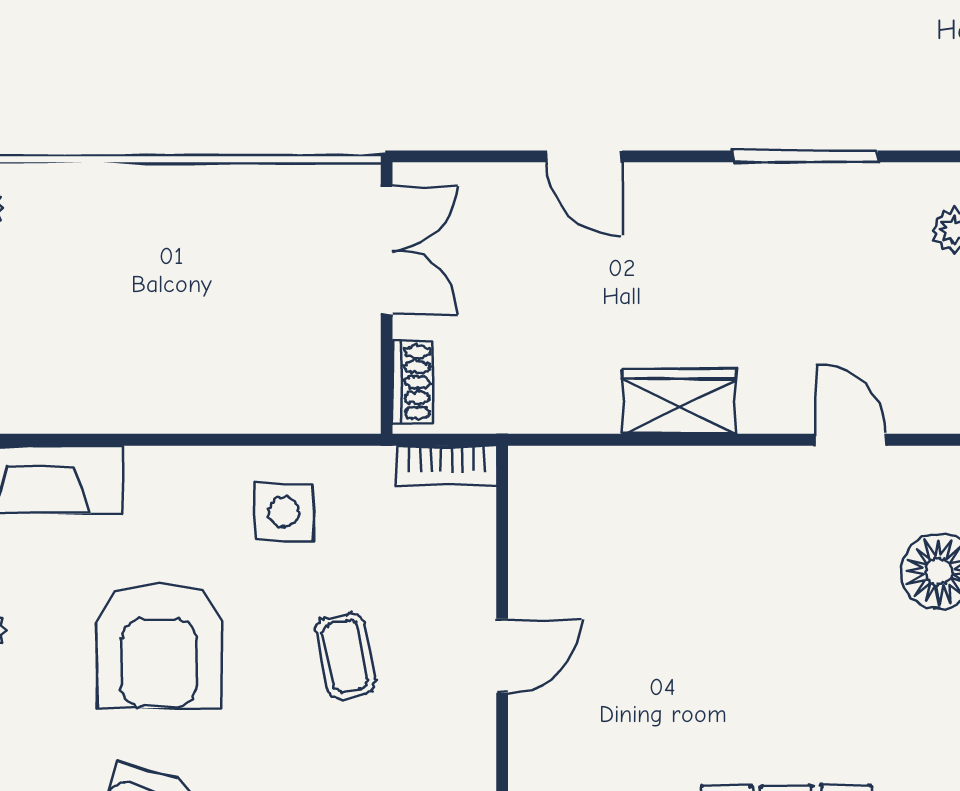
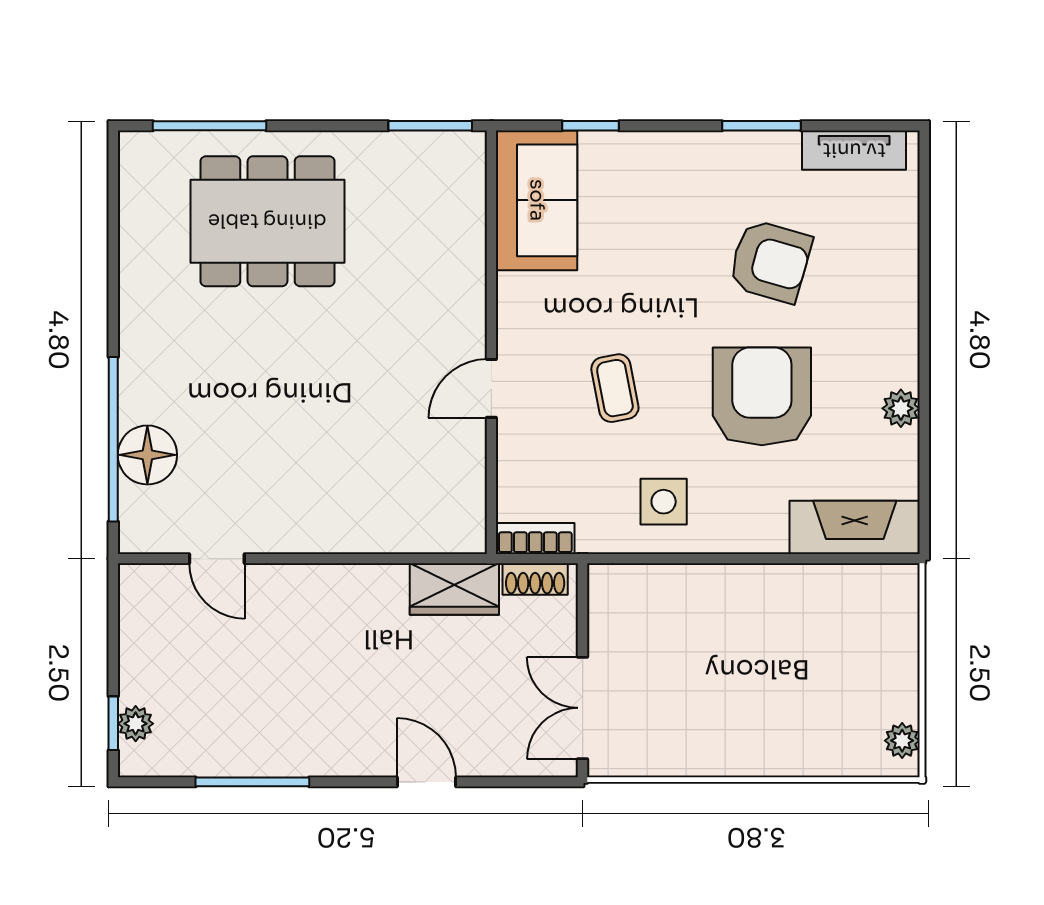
shoe rack: (412, 382) -> (535, 579), moved, turned -90
wardrobe: (679, 401) -> (454, 589), moved

